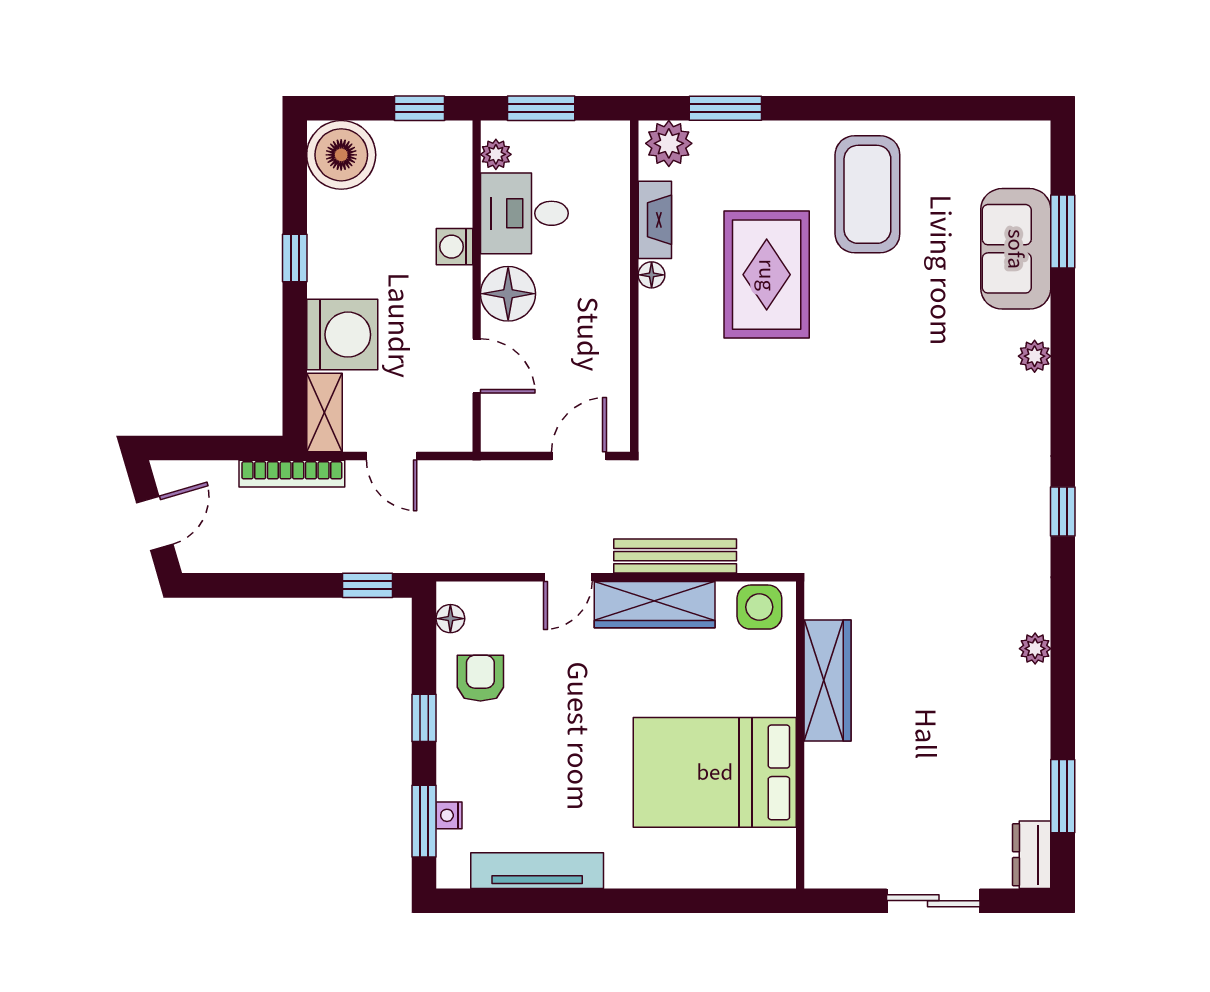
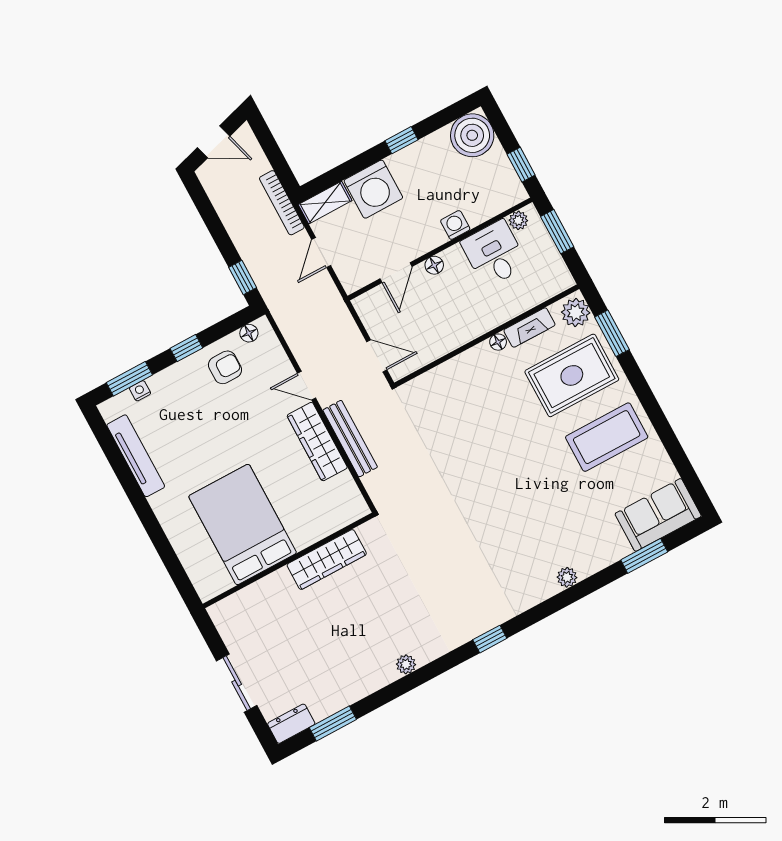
sofa: (1016, 249) -> (658, 515), moved
rug: (767, 275) -> (572, 375), moved
floor lamp: (508, 294) -> (434, 265), width x0.53, depth x0.53
side table: (759, 607) -> (347, 500), removed

